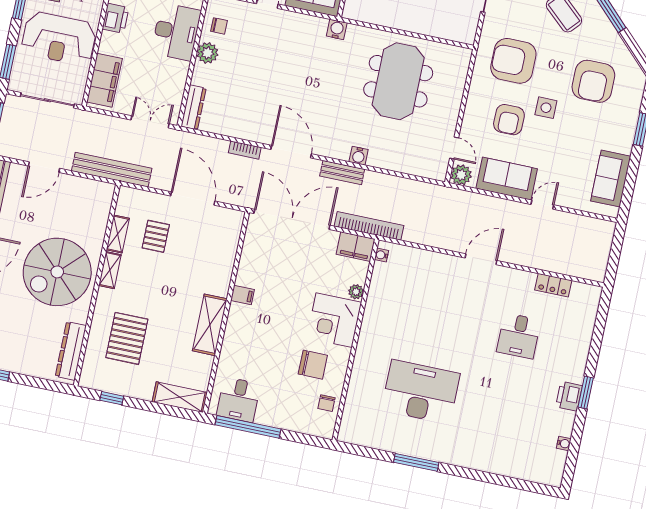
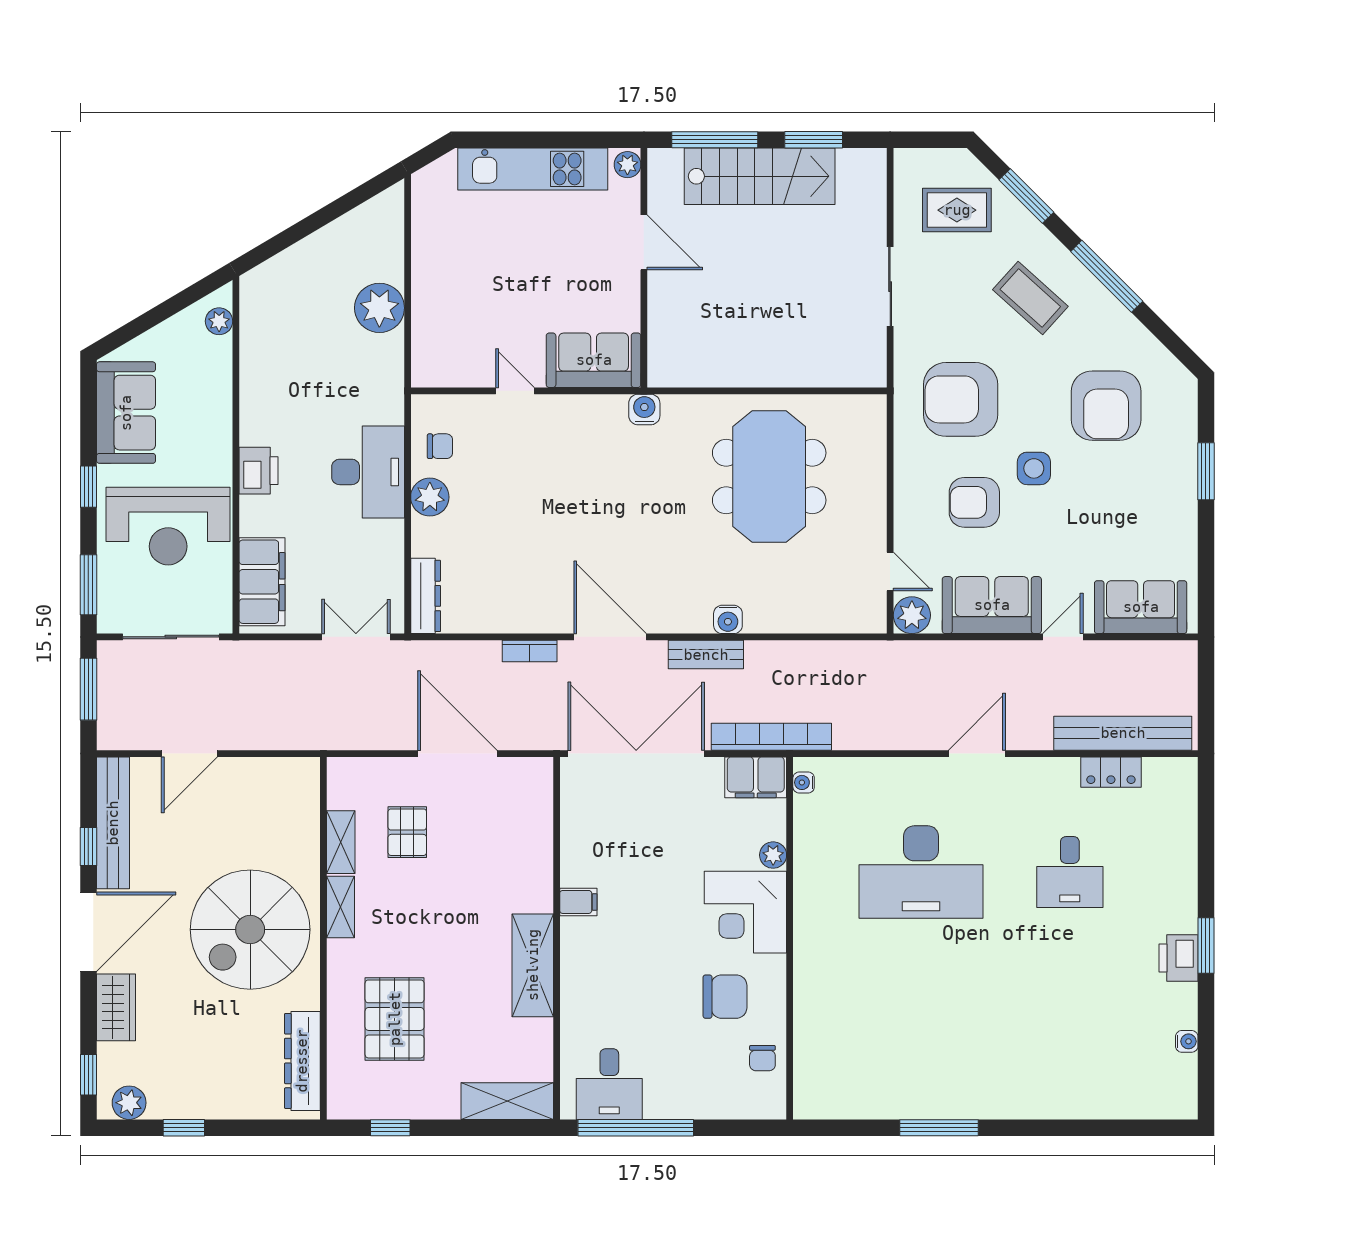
armchair: (509, 120) -> (974, 502), turned 90
bench: (112, 170) -> (1123, 733), moved
sofa: (611, 179) -> (1141, 607), moved, turned 90
desk: (421, 392) -> (921, 872), moved, turned 180

